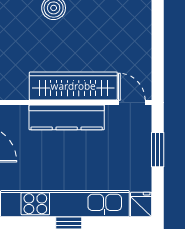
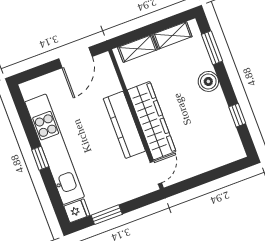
window: (158, 150) -> (107, 215), moved

